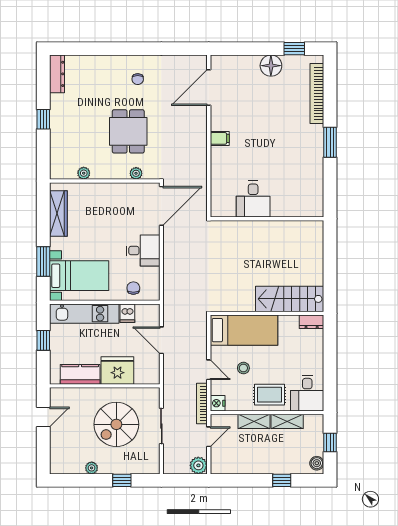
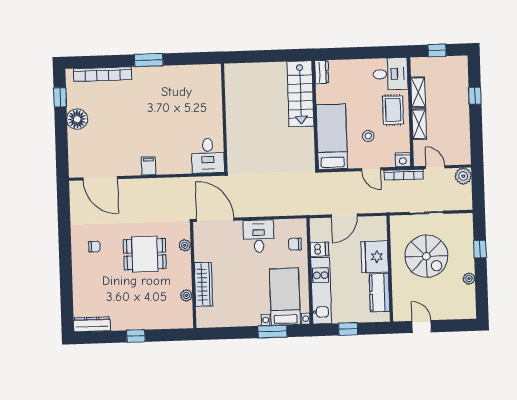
desk: (253, 199) -> (208, 156), moved, turned 90
wardrobe: (58, 214) -> (203, 284), moved, turned 90
door: (209, 370) -> (371, 169), swing flipped
boiler: (317, 463) -> (457, 63), removed

